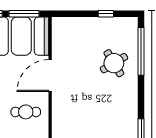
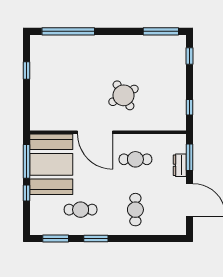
round table: (114, 63) -> (123, 95), moved
cafe table: (26, 112) -> (135, 159), turned 90

